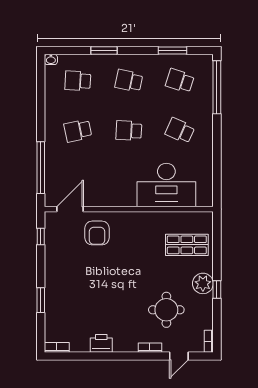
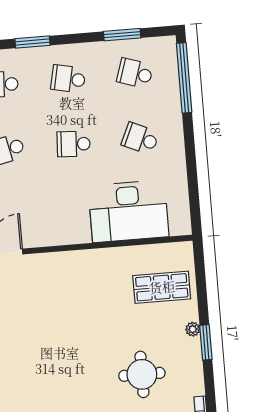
armchair: (97, 233) -> (43, 281), removed
plant: (203, 283) -> (193, 329), width x0.53, depth x0.53
window: (217, 289) -> (206, 342), width x1.50

